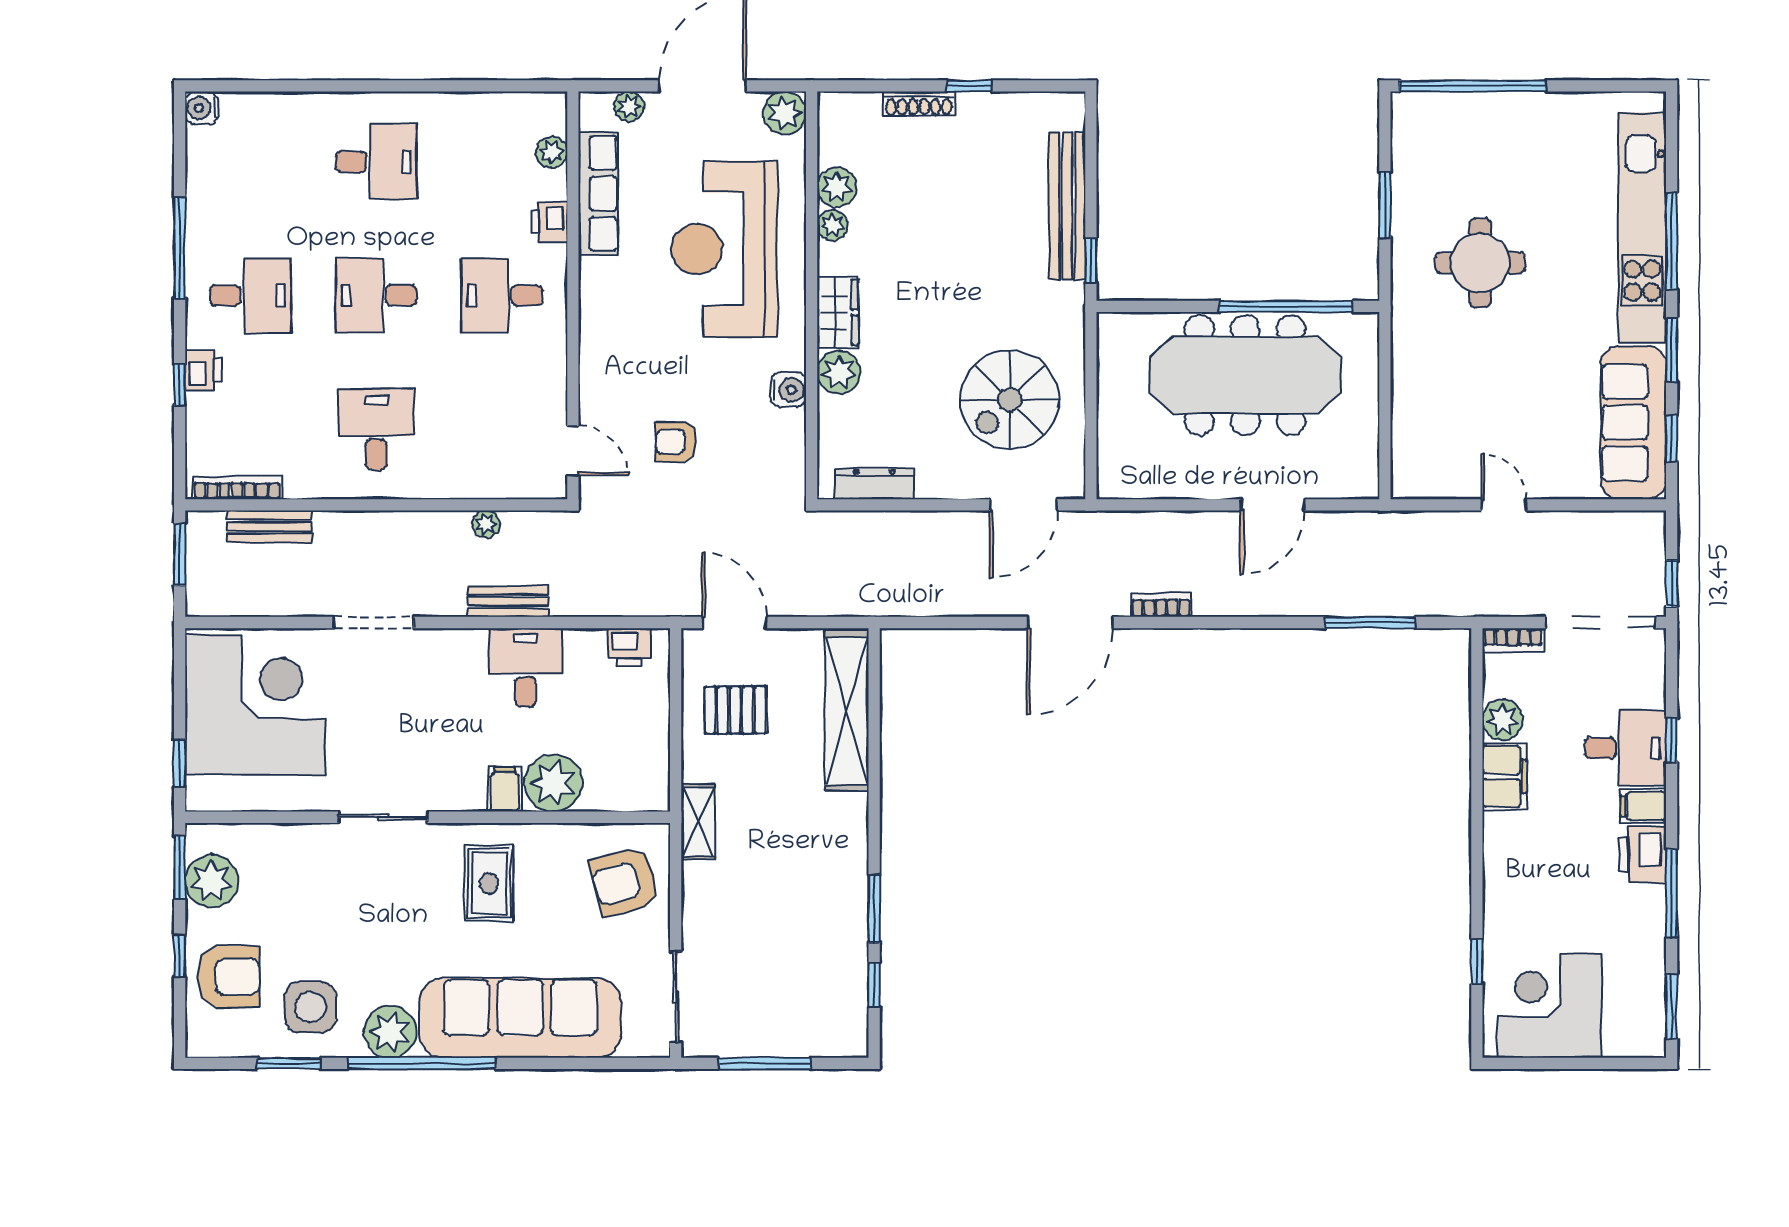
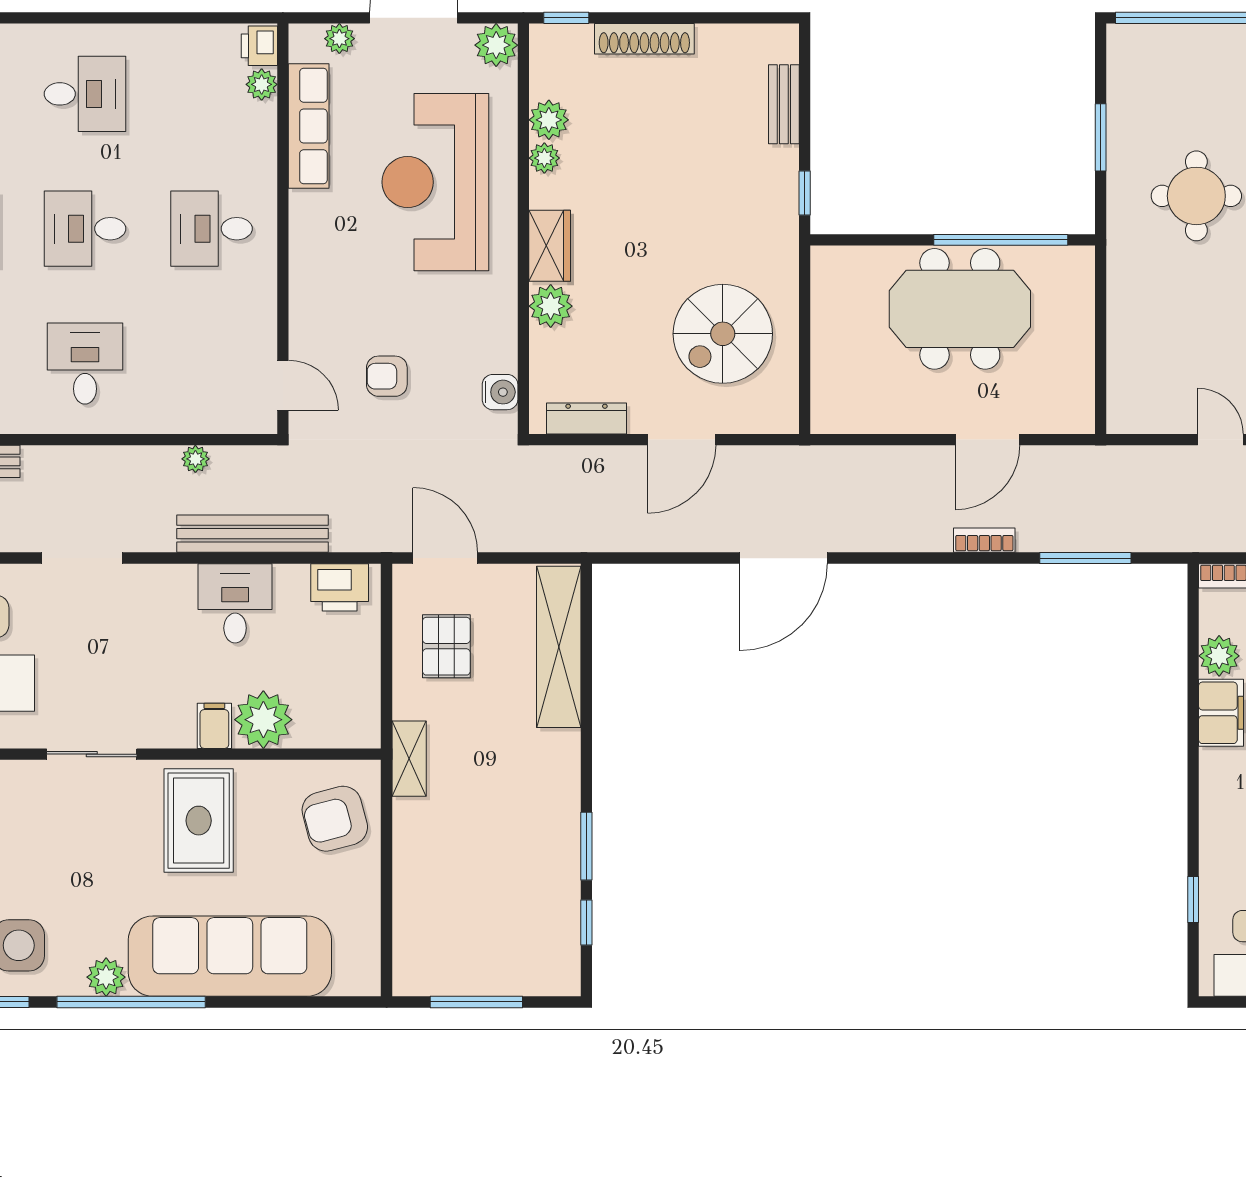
window: (969, 86) -> (566, 18), moved
shoe rack: (919, 104) -> (644, 39), width x1.36, depth x1.24
bench: (1067, 206) -> (784, 104), width x0.54, depth x0.82
printer: (549, 222) -> (259, 46), moved
meeting table: (1245, 375) -> (960, 309), width x0.73
water cooler: (789, 390) -> (500, 392), moved
door: (1023, 505) -> (682, 440), moved
bench: (508, 602) -> (252, 534), width x1.86, depth x1.21
bookcase: (1161, 605) -> (984, 540), moved
printer: (629, 647) -> (340, 587), width x1.36, depth x1.24
pallet: (735, 710) -> (446, 646), turned 90
rug: (489, 883) -> (199, 821), width x1.36, depth x1.43
sliding door: (676, 997) -> (387, 935), removed
plant: (390, 1032) -> (106, 977), width x0.73, depth x0.73

